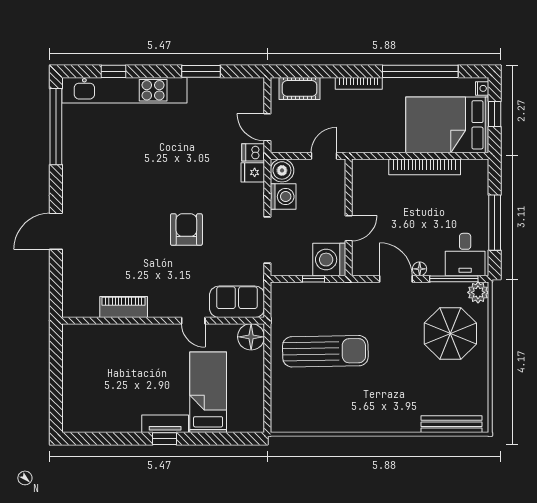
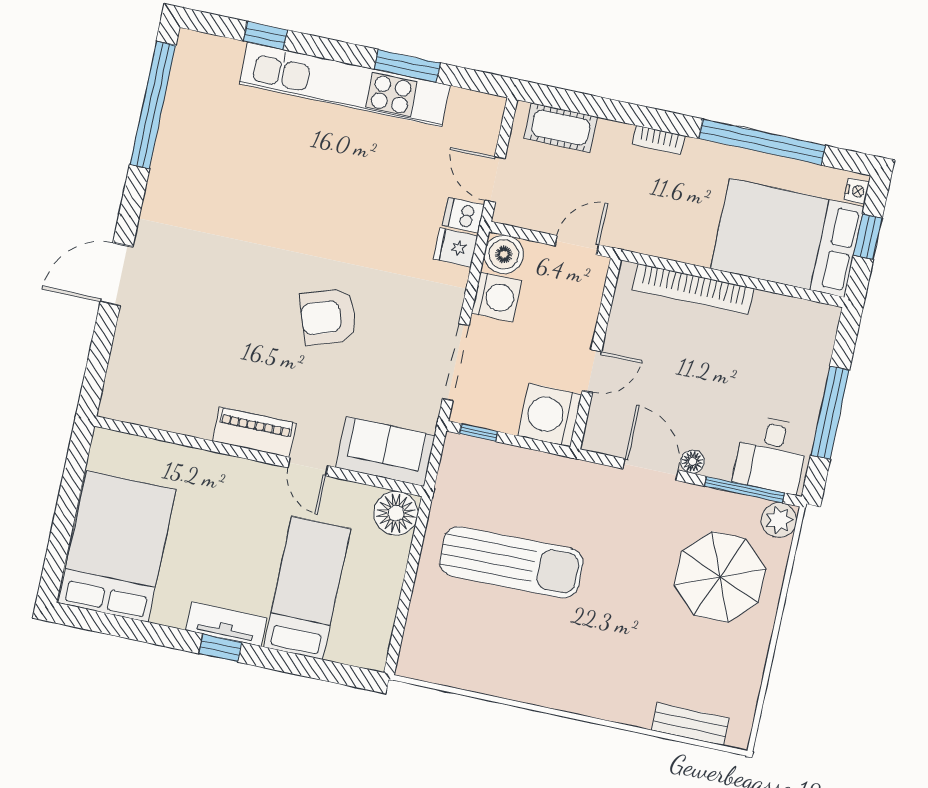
bookcase: (359, 83) -> (658, 140), width x0.64
kitchen unit: (124, 90) -> (345, 84), moved
bookcase: (425, 167) -> (693, 289), moved
armchair: (186, 230) -> (328, 317), turned -109
window: (314, 279) -> (479, 433), moved
piano: (124, 307) -> (254, 432), moved
bed: (91, 392) -> (117, 546), added
bench: (451, 424) -> (690, 724), width x0.73

